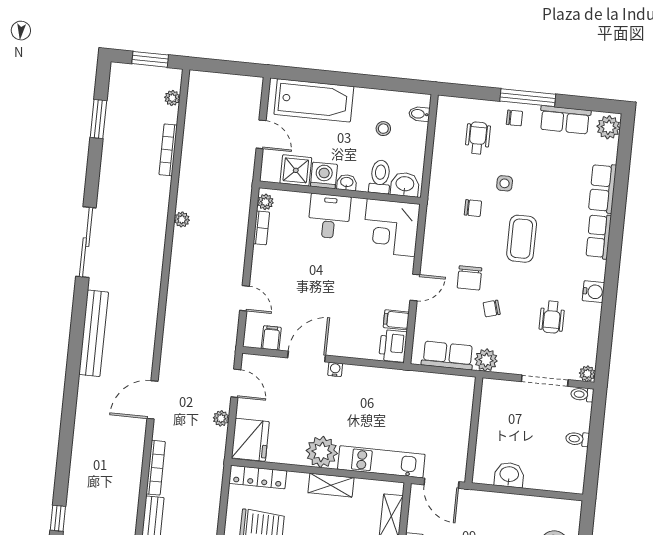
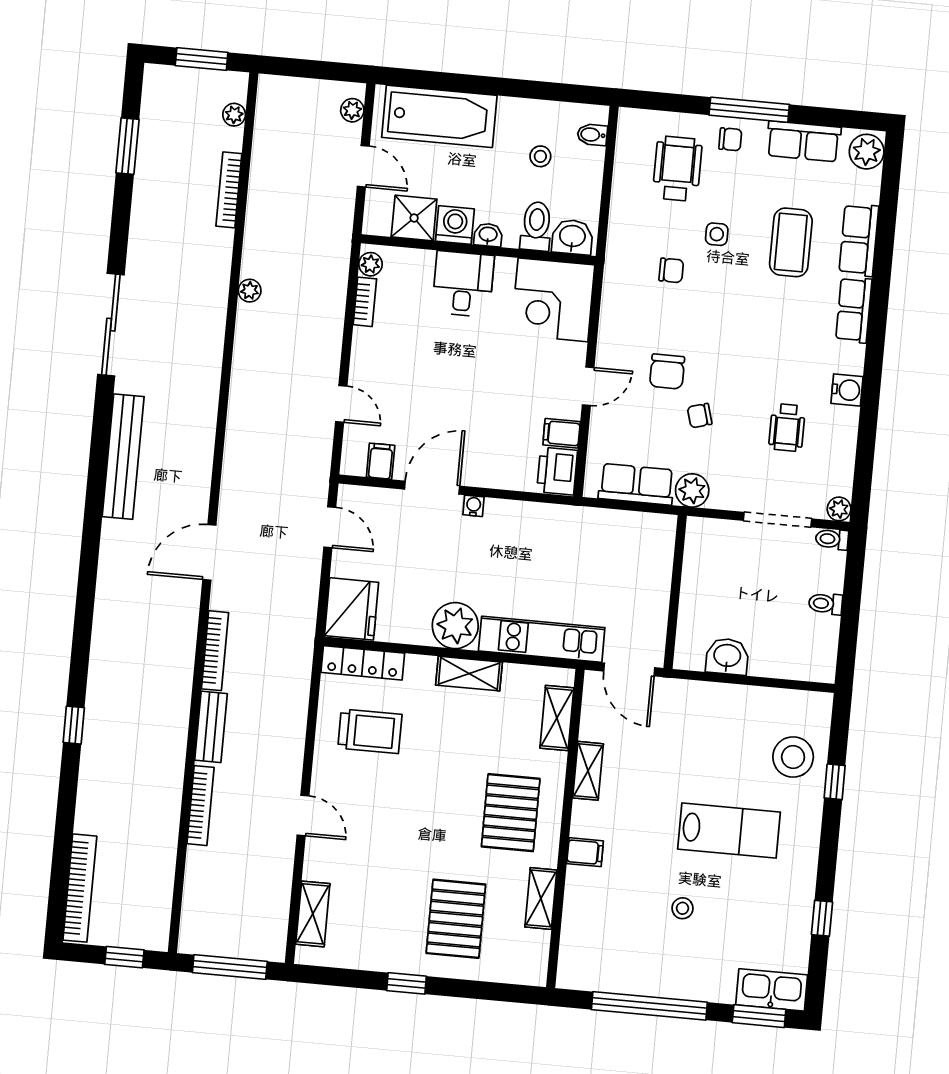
wheelchair: (478, 138) -> (677, 169), width x1.36, depth x1.37
coffee table: (522, 239) -> (791, 242), moved
plant: (221, 418) -> (352, 110), moved

